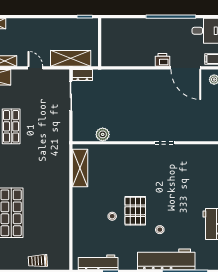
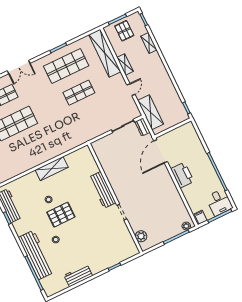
printer: (162, 60) -> (182, 175), width x1.87, depth x1.48
door: (186, 68) -> (161, 151), moved
plant: (103, 134) -> (141, 236), moved
workbench: (130, 152) -> (102, 190), added
shelving: (80, 168) -> (52, 169), moved

